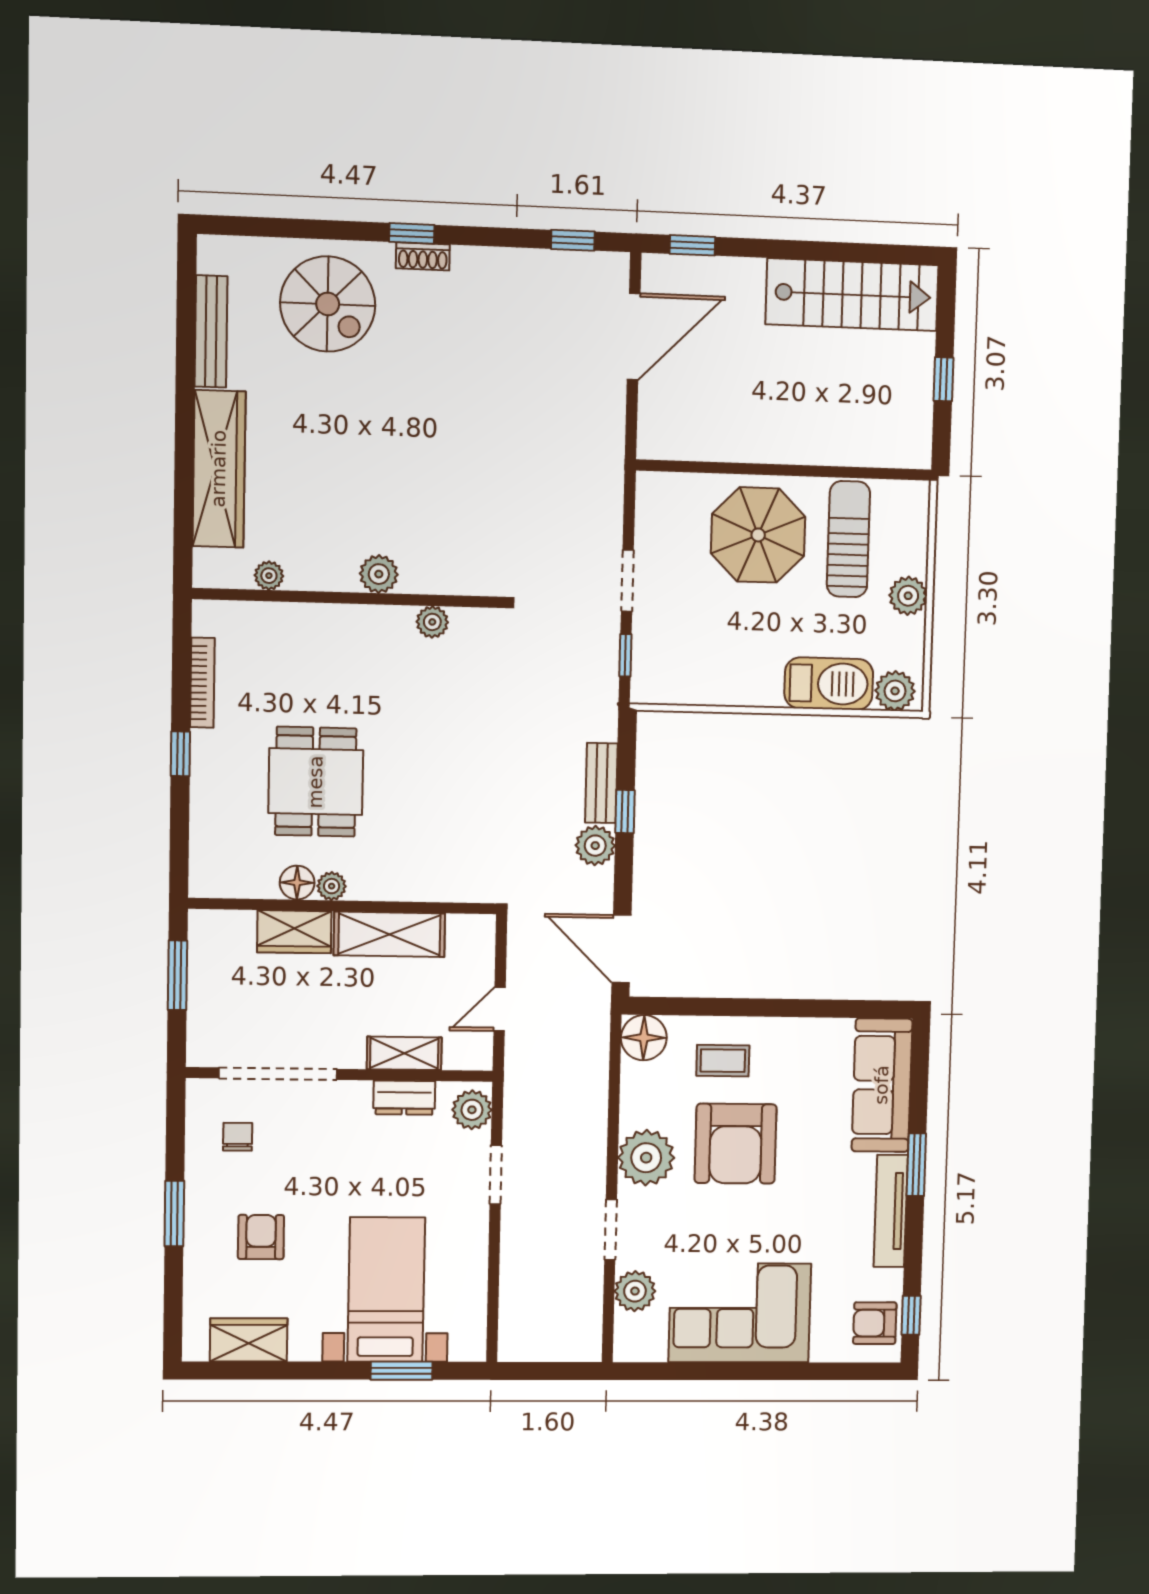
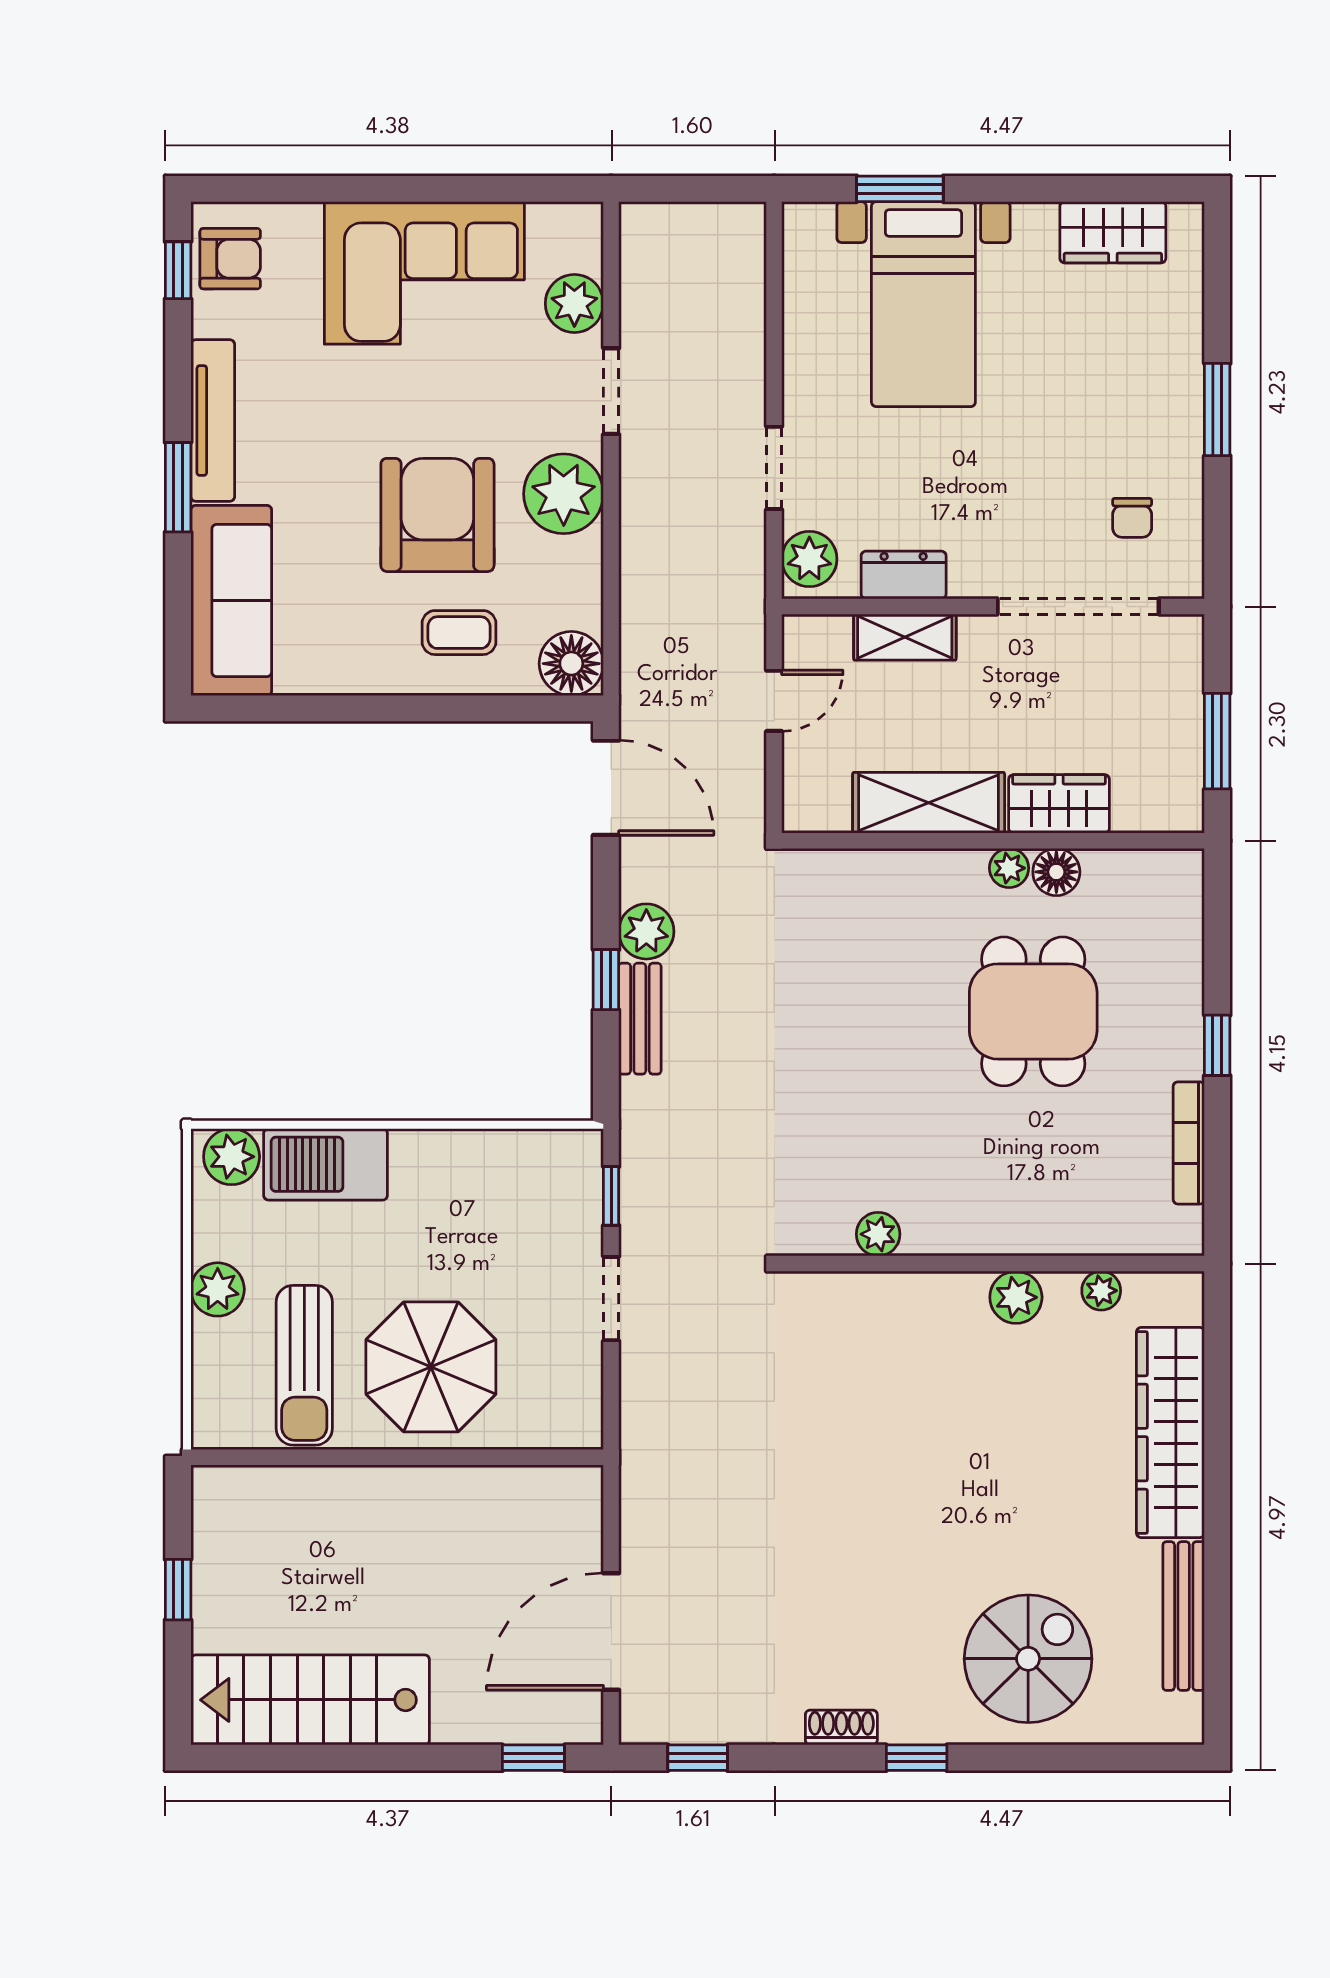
shoe rack: (423, 256) -> (841, 1727), moved
spiral stairs: (328, 304) -> (1028, 1659), turned 90
plant: (379, 574) -> (1016, 1297), moved
armchair: (261, 1237) -> (1098, 377), removed

